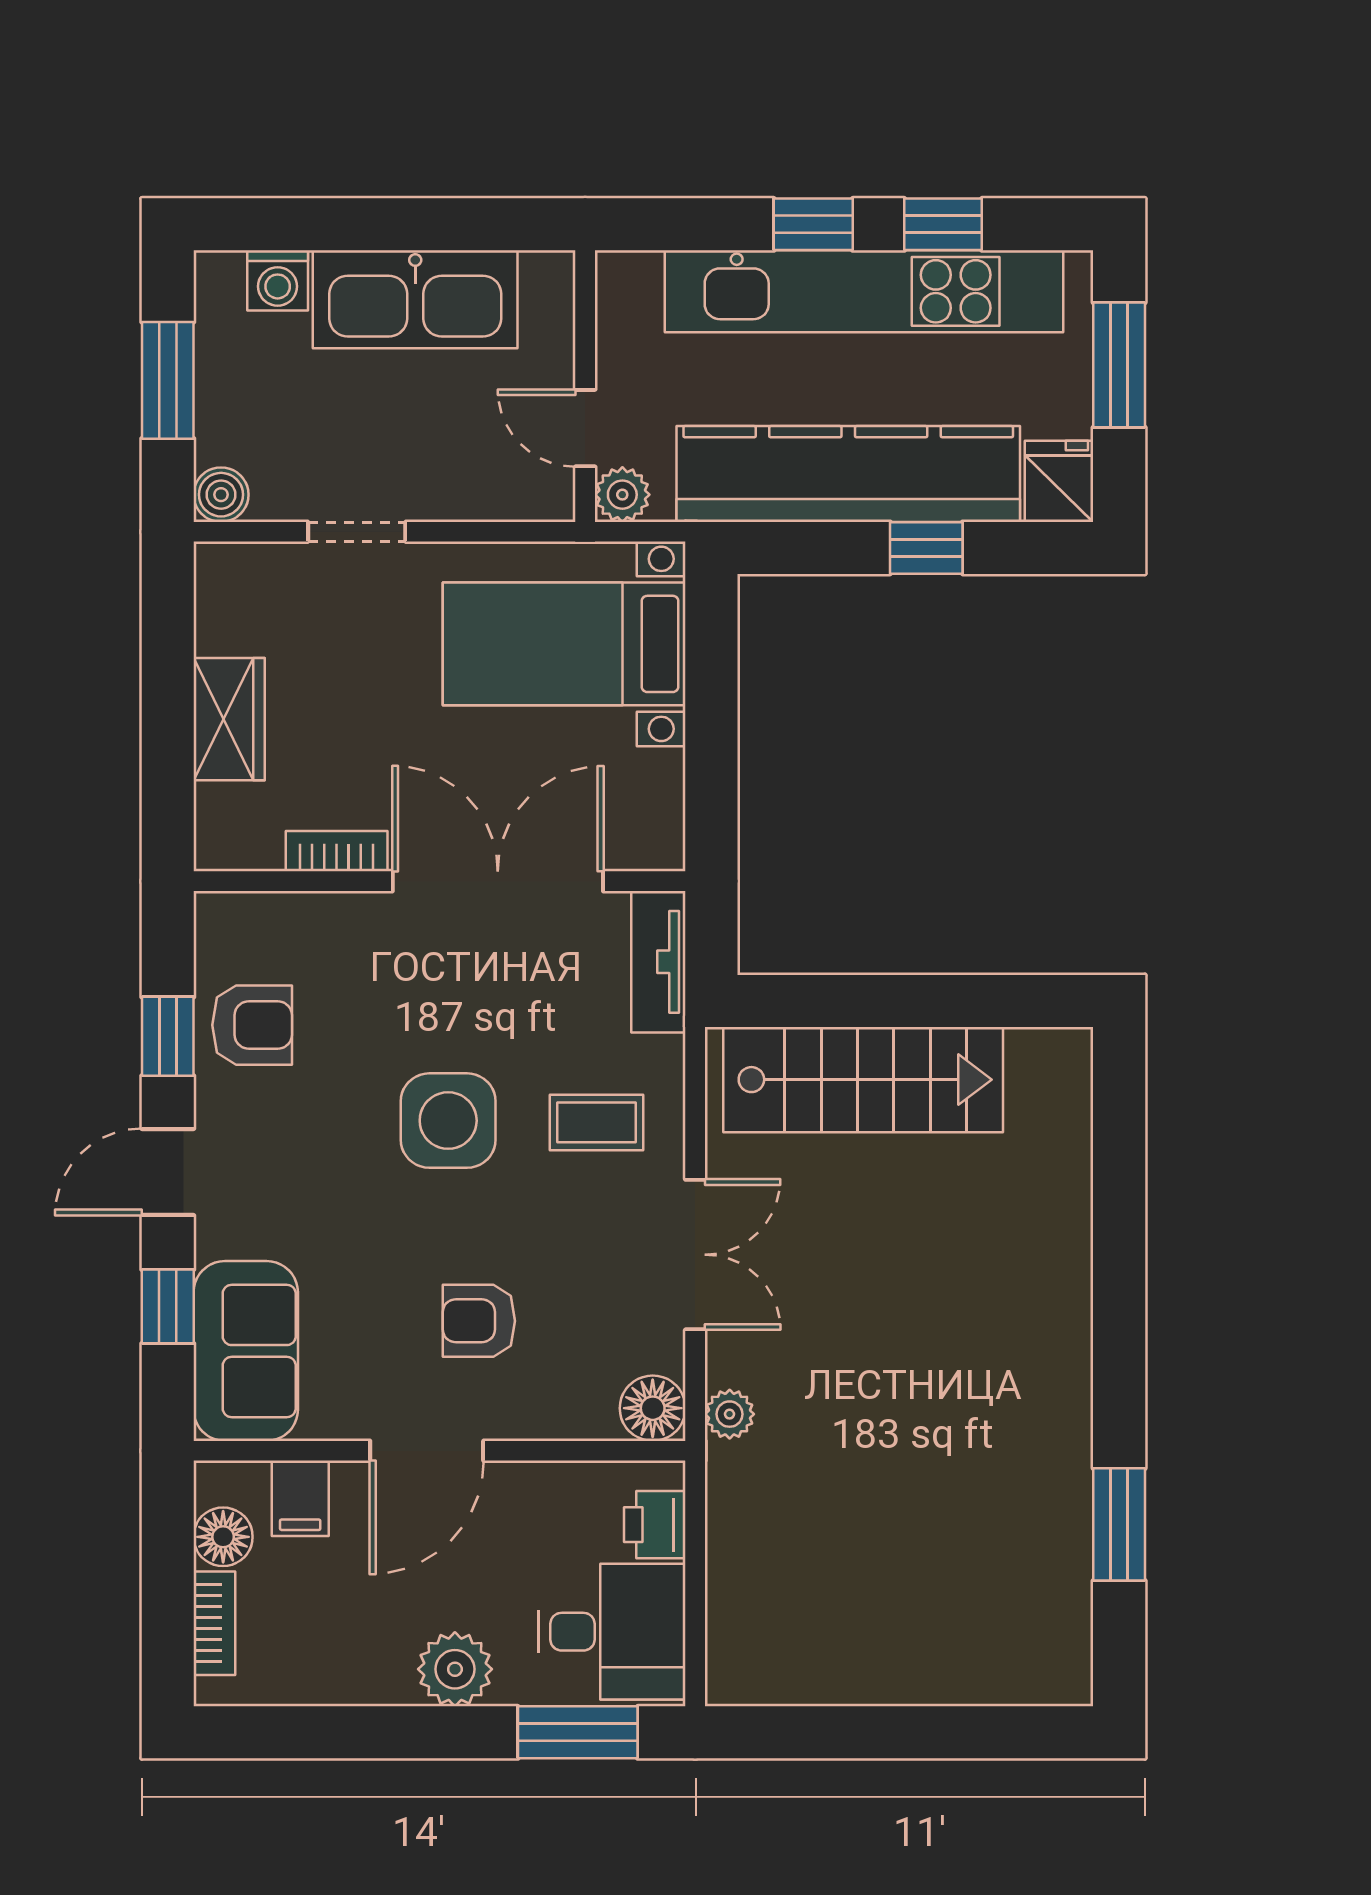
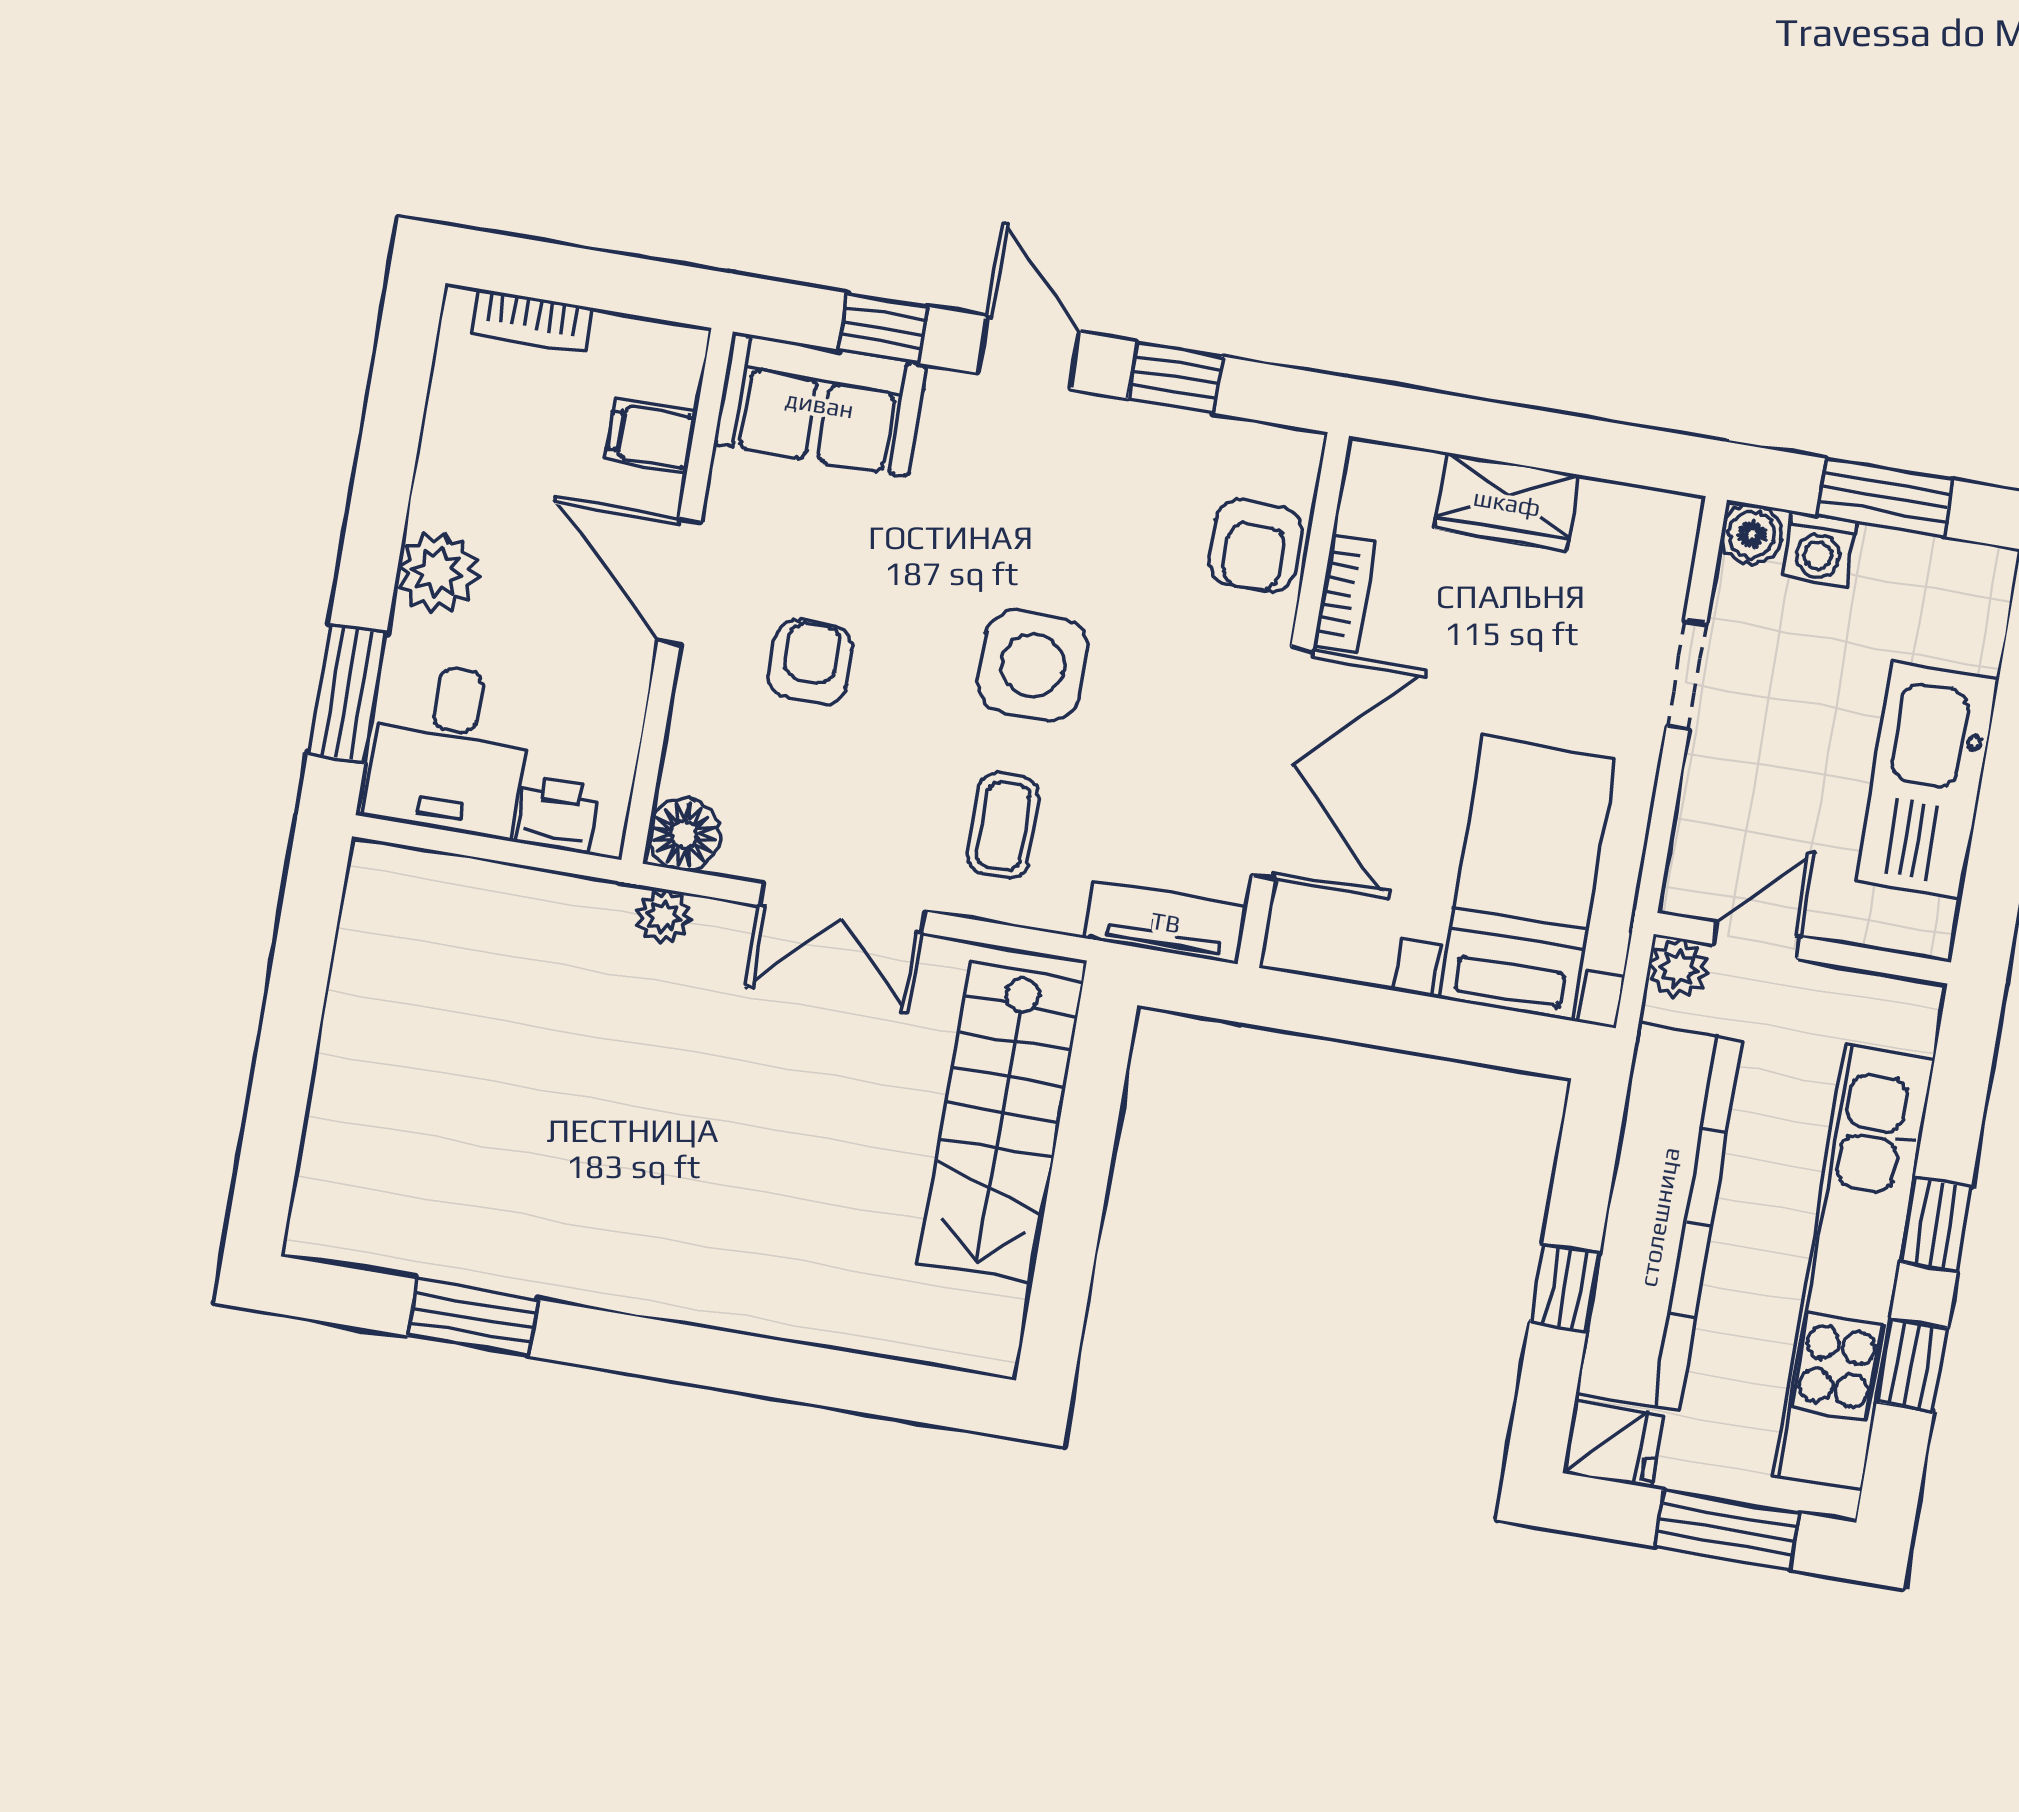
washing machine: (278, 280) -> (1819, 549), moved, turned -90
armchair: (252, 1025) -> (1255, 546), moved
floor lamp: (223, 1537) -> (624, 346), removed

